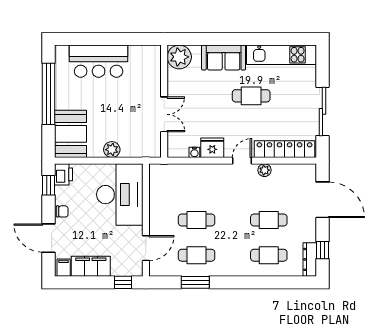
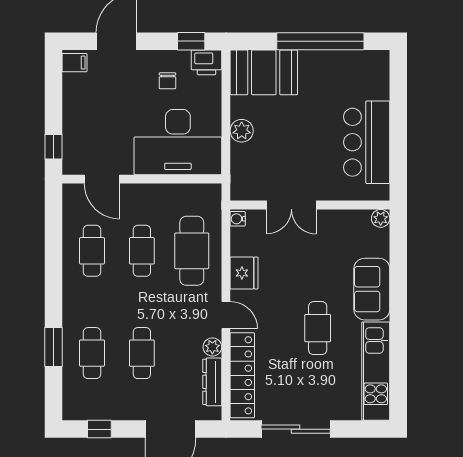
plant: (179, 57) -> (381, 218), width x0.53, depth x0.53
bar counter: (99, 61) -> (367, 142), moved
water cooler: (194, 152) -> (238, 219), moved
cafe table: (197, 185) -> (192, 251), added
chair: (62, 211) -> (167, 81), moved
dresser: (310, 259) -> (212, 382), moved, turned -90
filing cabinet: (91, 266) -> (76, 101), removed
window: (195, 282) -> (54, 347), moved

